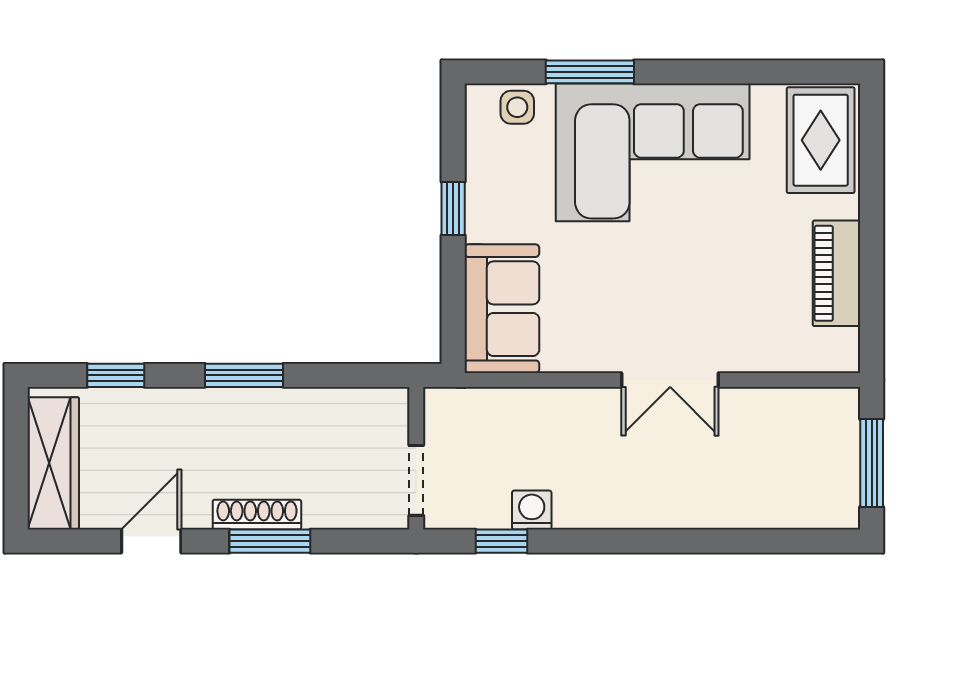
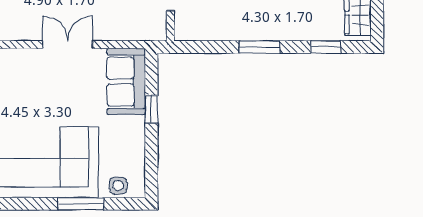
window: (453, 209) -> (151, 109), moved
double door: (670, 380) -> (68, 45), moved

